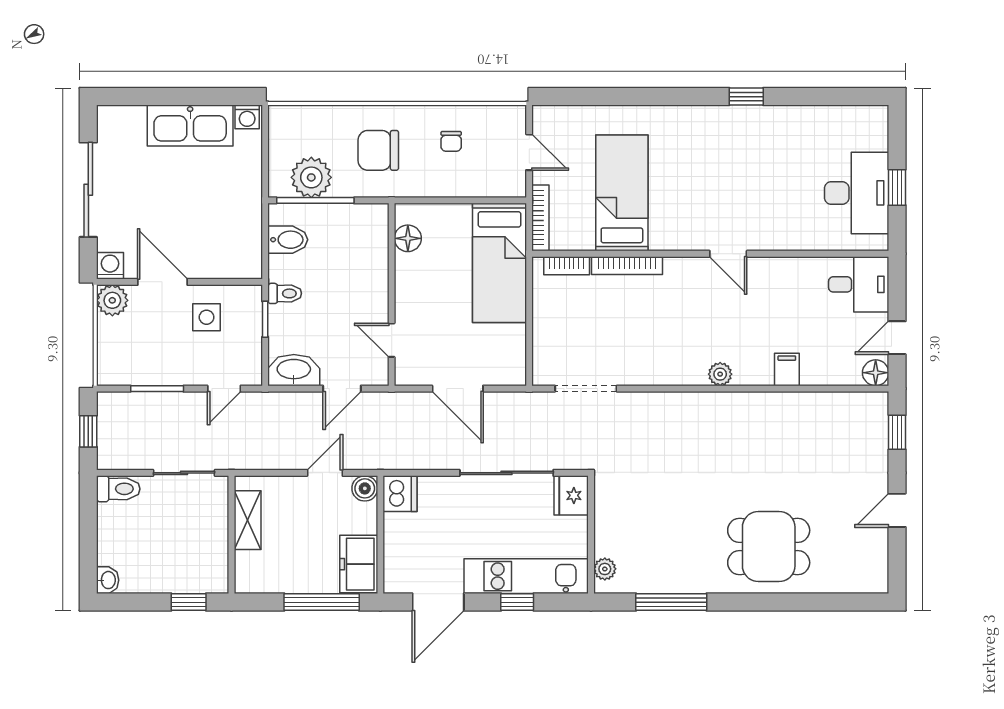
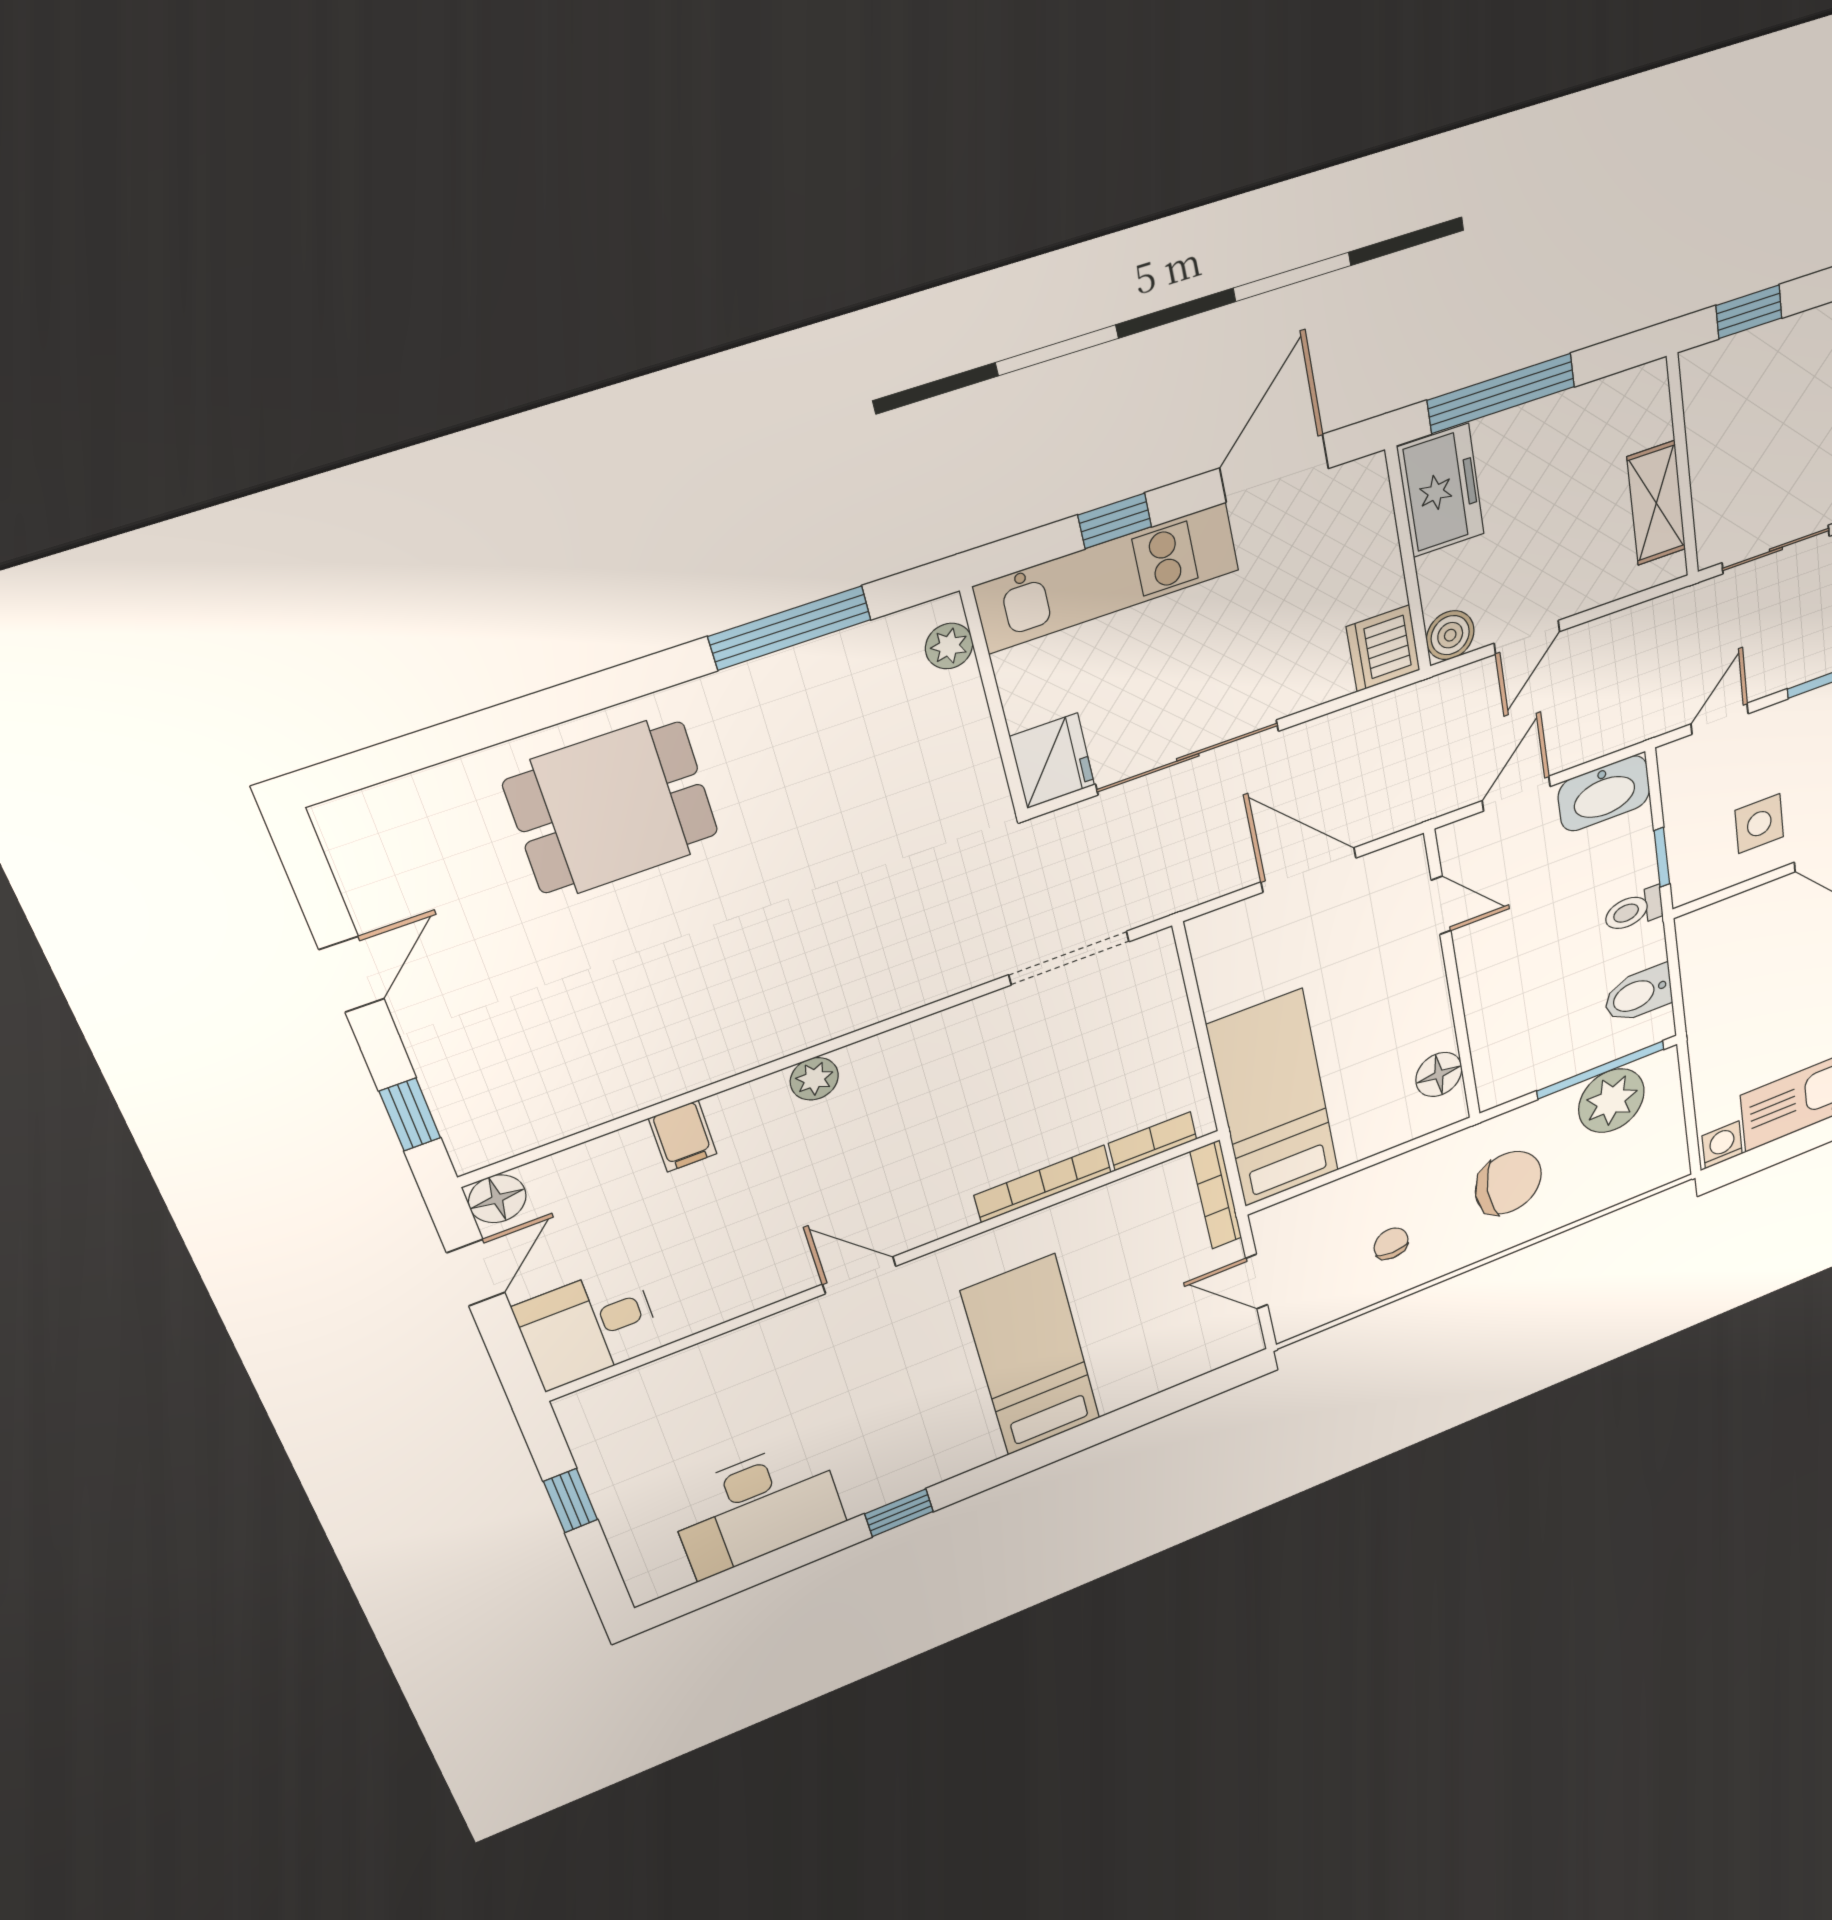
bed: (622, 193) -> (1031, 1356), moved, turned 180
desk: (857, 193) -> (757, 1508), moved, turned -90

